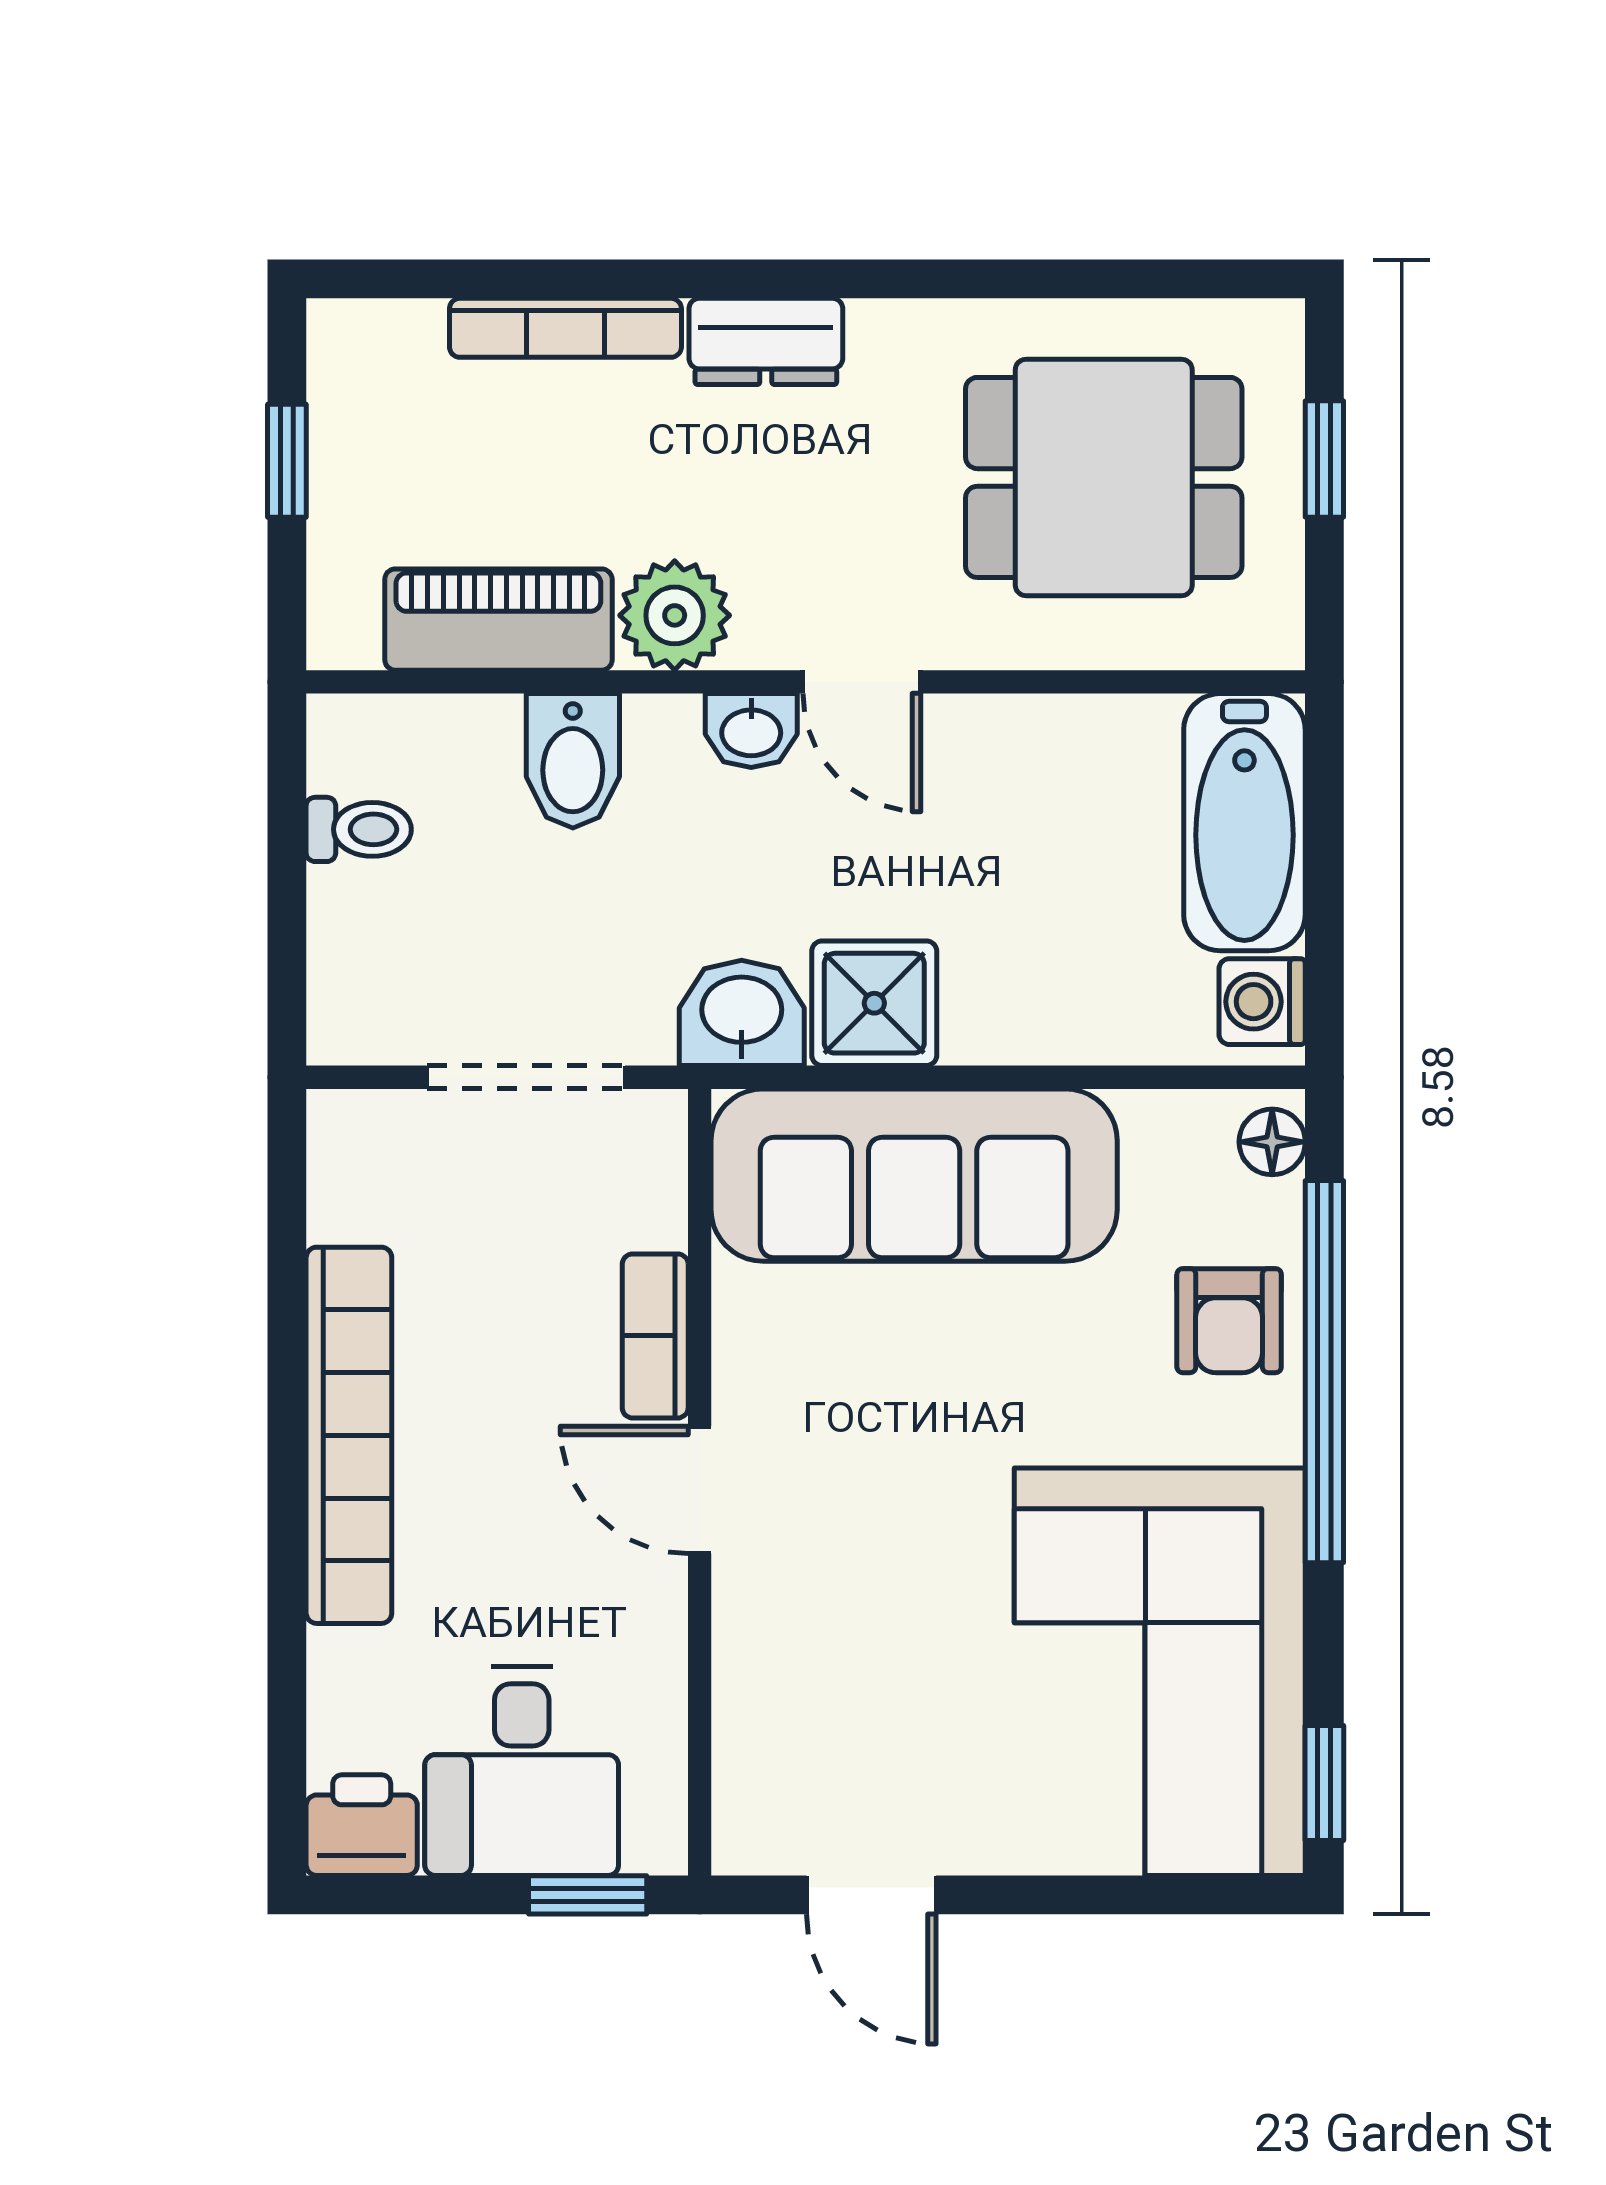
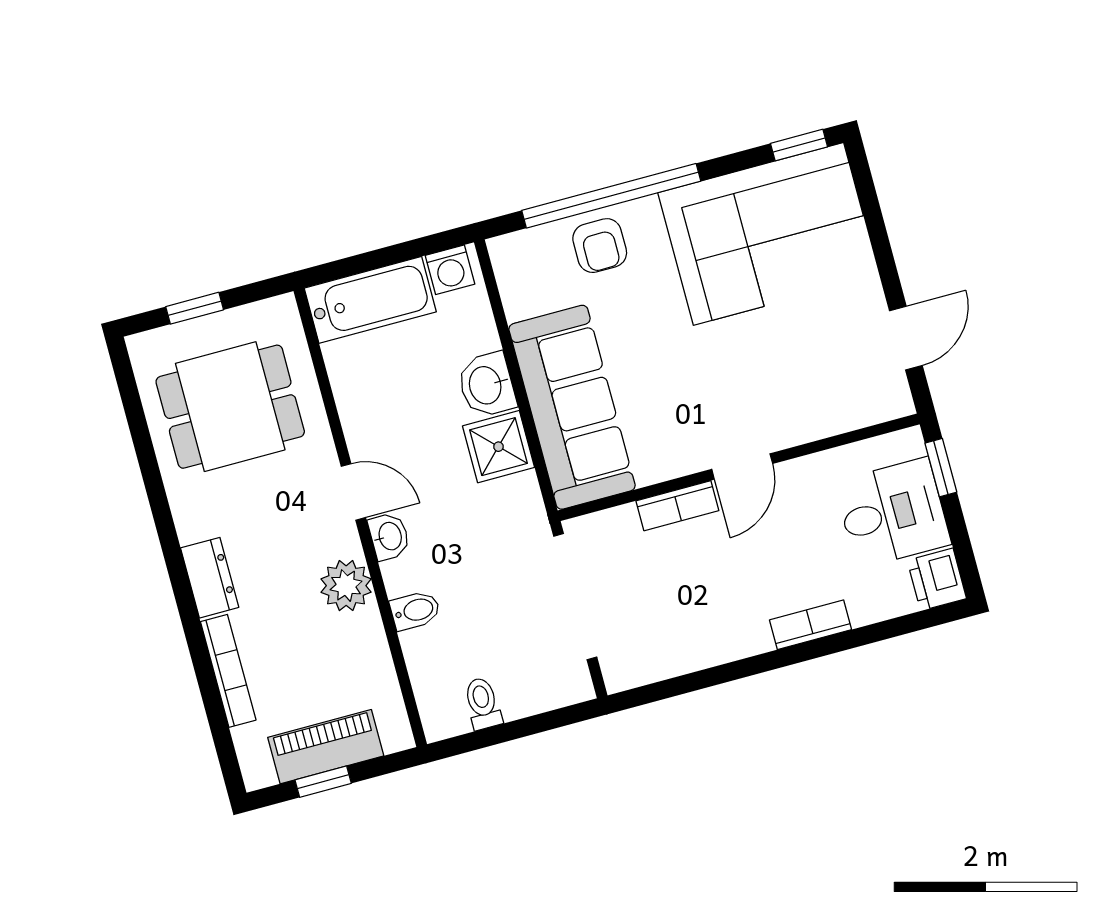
dining table: (1104, 477) -> (230, 407), turned 90
piano: (498, 620) -> (326, 747), moved, turned 90
door: (862, 682) -> (353, 492), hinge flipped
bidet: (573, 761) -> (415, 610), width x0.72, depth x0.74
washbasin: (742, 1013) -> (487, 385), moved
doorway: (526, 1077) -> (575, 597), width x1.36
floor lamp: (1272, 1142) -> (513, 248), removed
armchair: (1229, 1321) -> (600, 246), turned 90
bookcase: (349, 1435) -> (811, 625), width x0.43, depth x0.76

